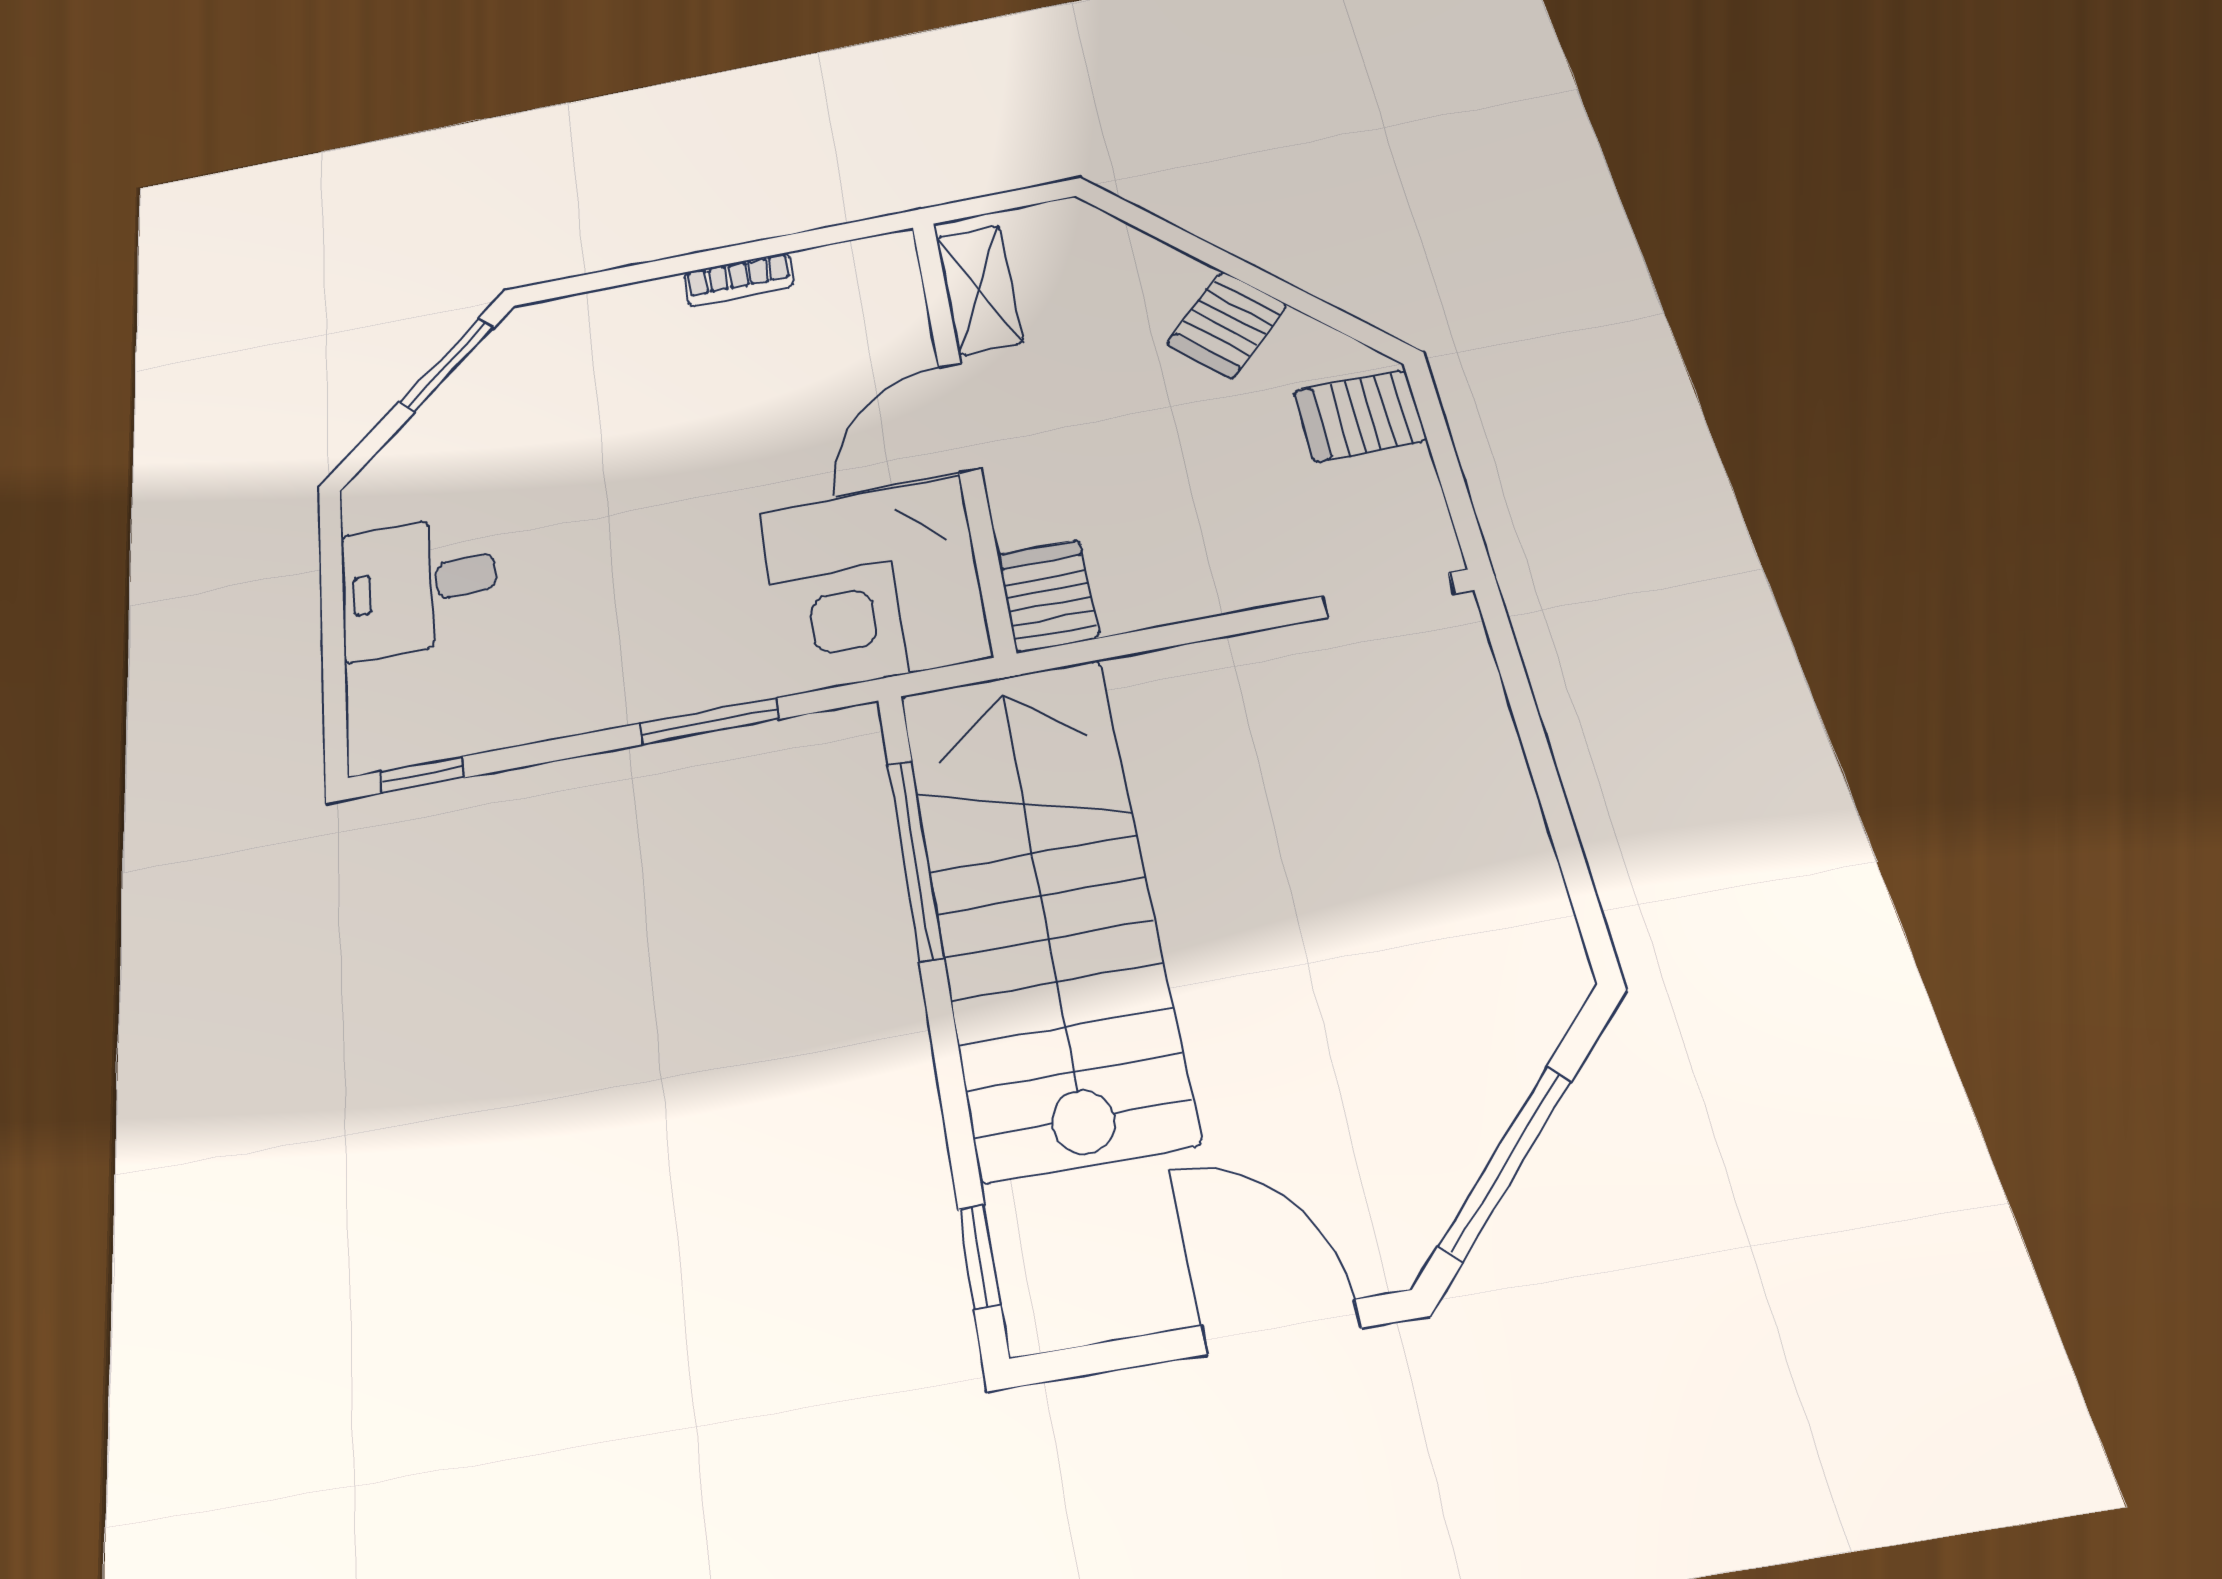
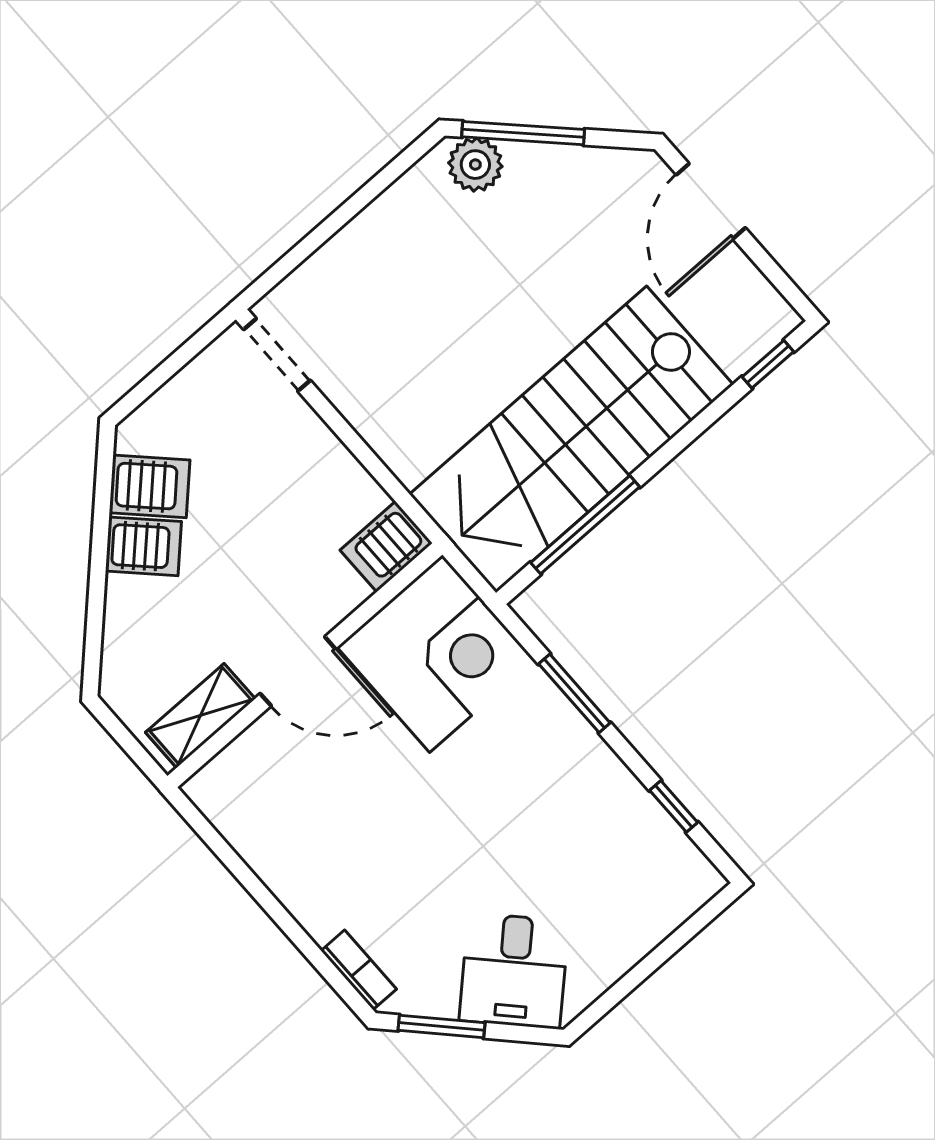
bookcase: (739, 279) -> (359, 970), moved
server rack: (1360, 416) -> (150, 486), moved, turned -45
desk: (419, 585) -> (514, 971), moved, turned 46
window: (422, 775) -> (674, 806), moved
plant: (1528, 1003) -> (475, 165), added
window: (1505, 1163) -> (523, 133), moved

